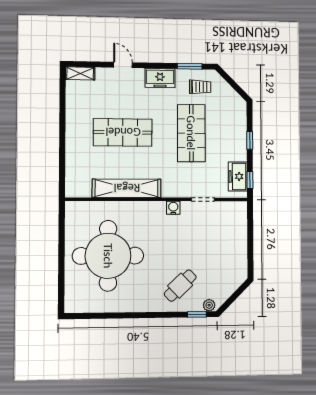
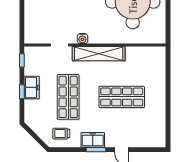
window: (190, 66) -> (96, 150), moved
shelving: (80, 73) -> (155, 142), removed
freezer: (238, 176) -> (32, 87), moved
shelving: (127, 188) -> (99, 54), moved

